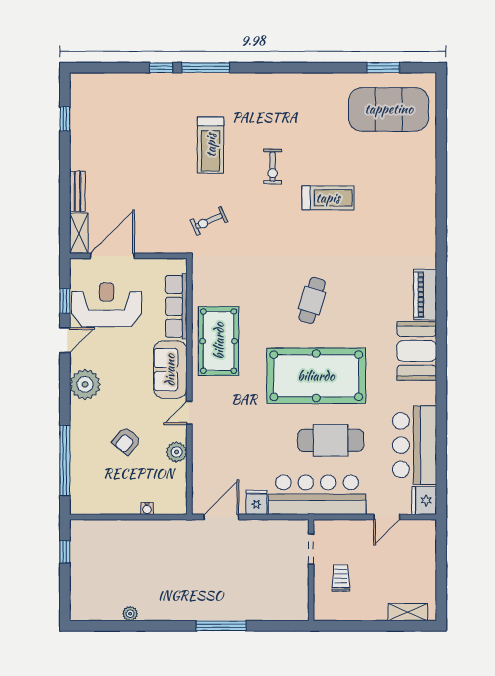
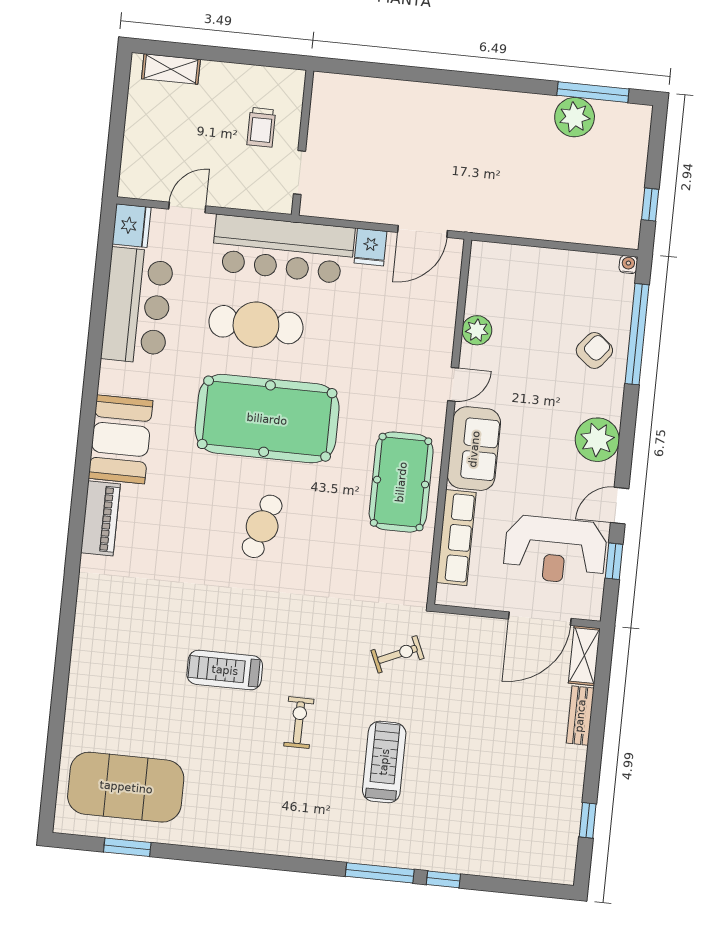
armchair: (126, 441) -> (594, 350), moved
water cooler: (147, 508) -> (628, 264), moved
plant: (130, 614) -> (575, 117), width x1.88, depth x1.88
window: (221, 626) -> (593, 92), moved

